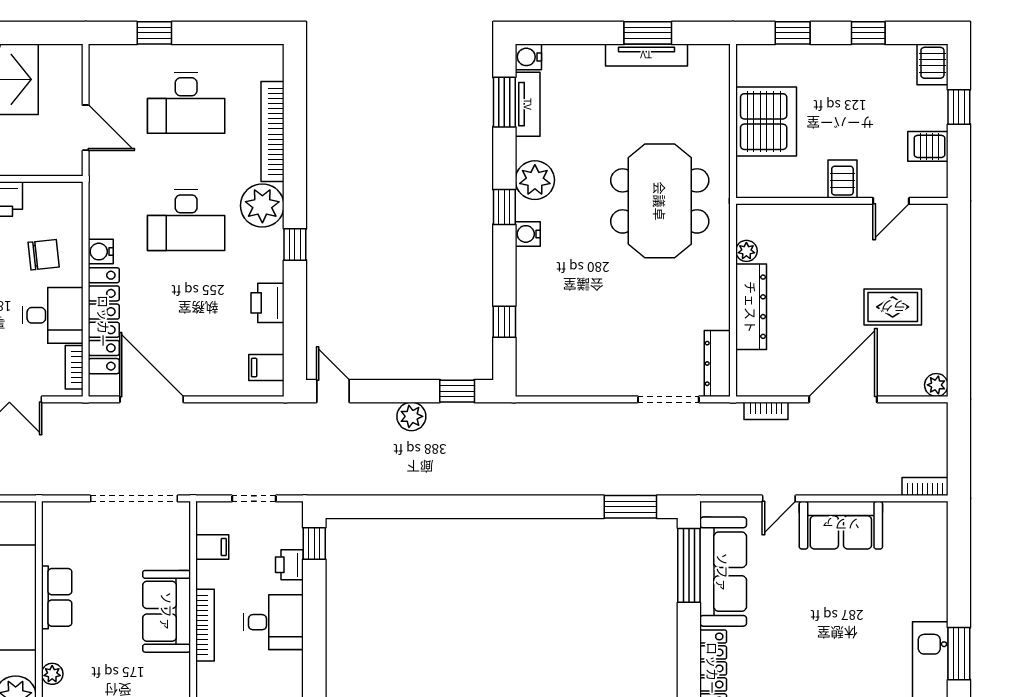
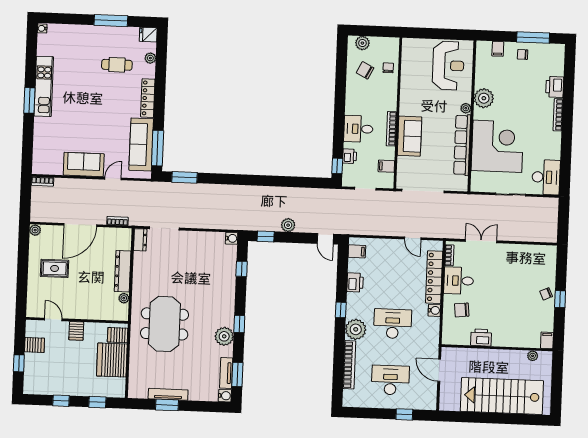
server rack: (932, 64) -> (118, 335), moved, turned -90
door: (891, 201) -> (53, 319), hinge flipped
water cooler: (528, 234) -> (232, 238), moved
dresser: (717, 363) -> (140, 240), width x0.70
door: (152, 399) -> (413, 238), width x0.53
row of seats: (57, 597) -> (462, 145), width x2.02

